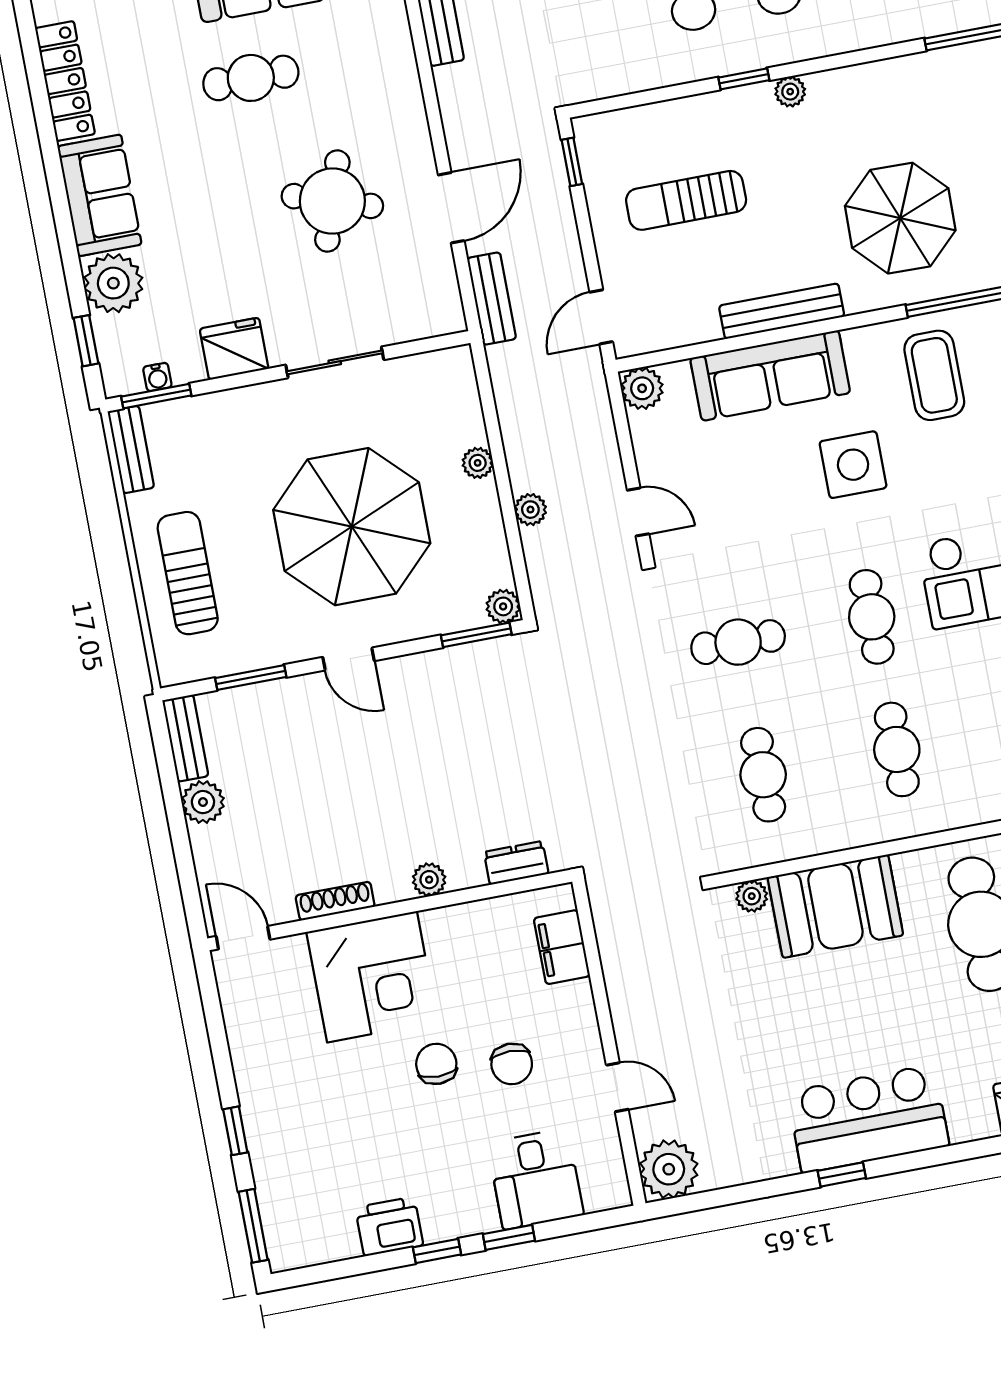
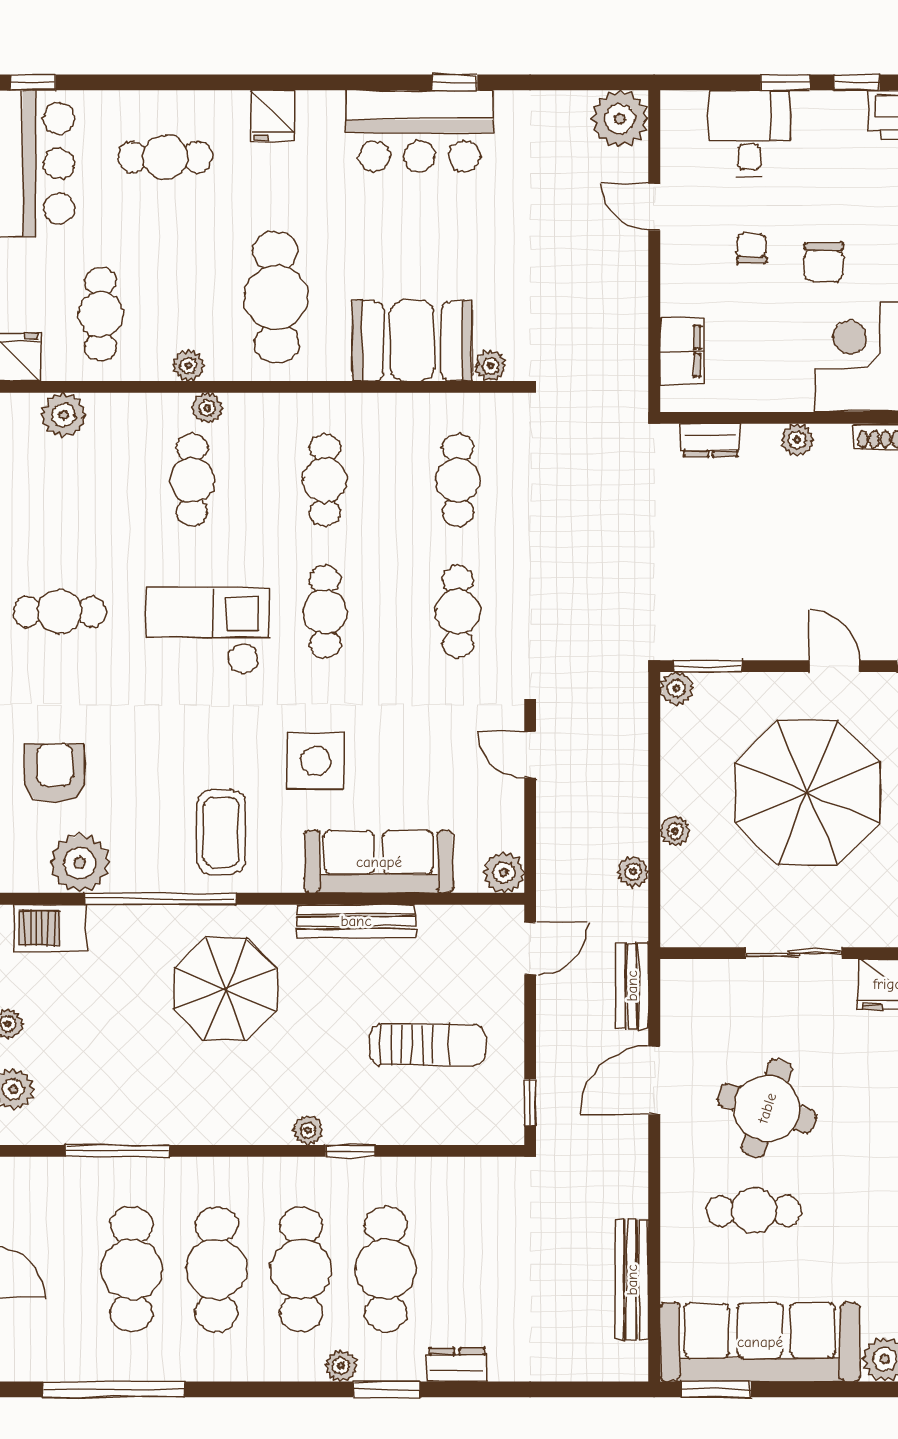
cafe table: (251, 78) -> (754, 1211), moved
plant: (530, 510) -> (633, 872), moved
cafe table: (738, 642) -> (458, 612), turned 90
chair: (512, 1064) -> (751, 248), width x0.73, depth x0.73

